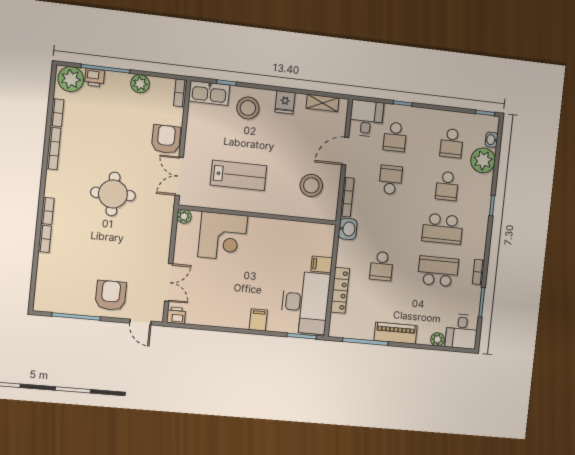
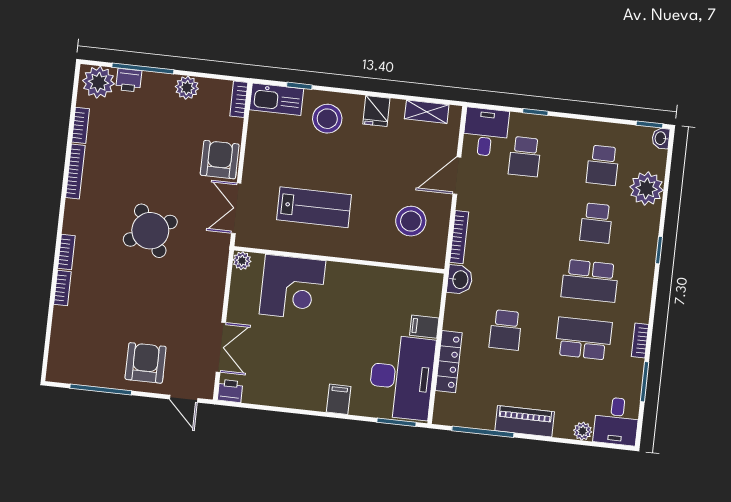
washbasin: (492, 140) -> (661, 138), moved
school desk: (391, 180) -> (518, 214), removed
round table: (113, 194) -> (150, 231), turned -30

